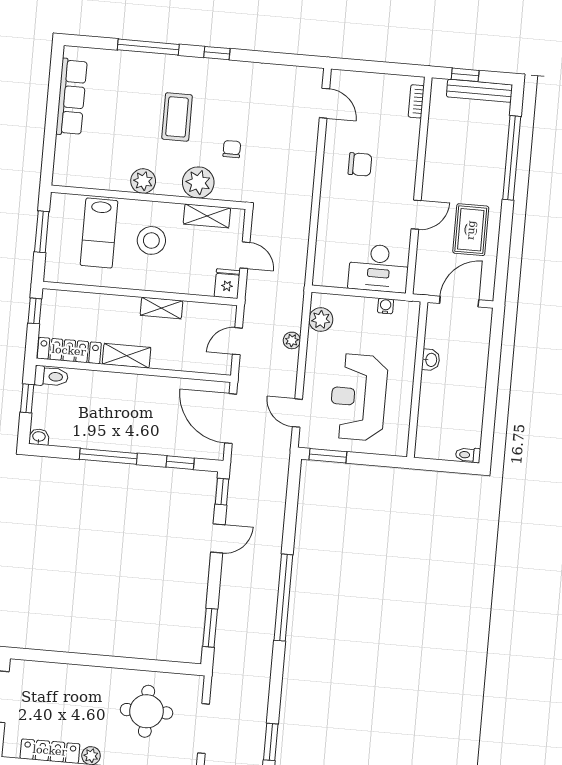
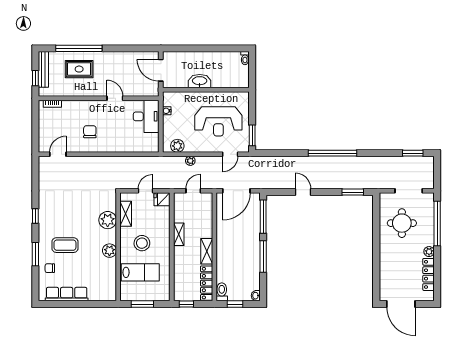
window: (148, 47) -> (35, 254), width x0.69
coffee table: (177, 117) -> (65, 245), moved
chair: (232, 149) -> (50, 268), moved
rug: (471, 230) -> (79, 69), moved
door: (237, 341) -> (193, 191), swing flipped
washbasin: (431, 360) -> (200, 81), width x1.91, depth x1.45
window: (180, 463) -> (263, 217), width x2.17
window: (222, 492) -> (277, 192), removed

